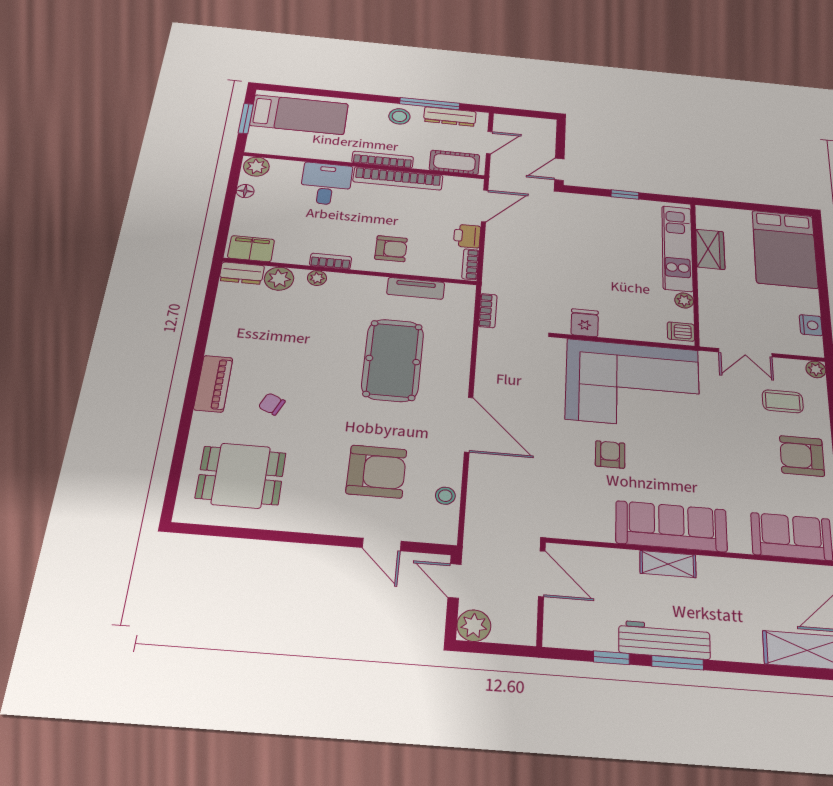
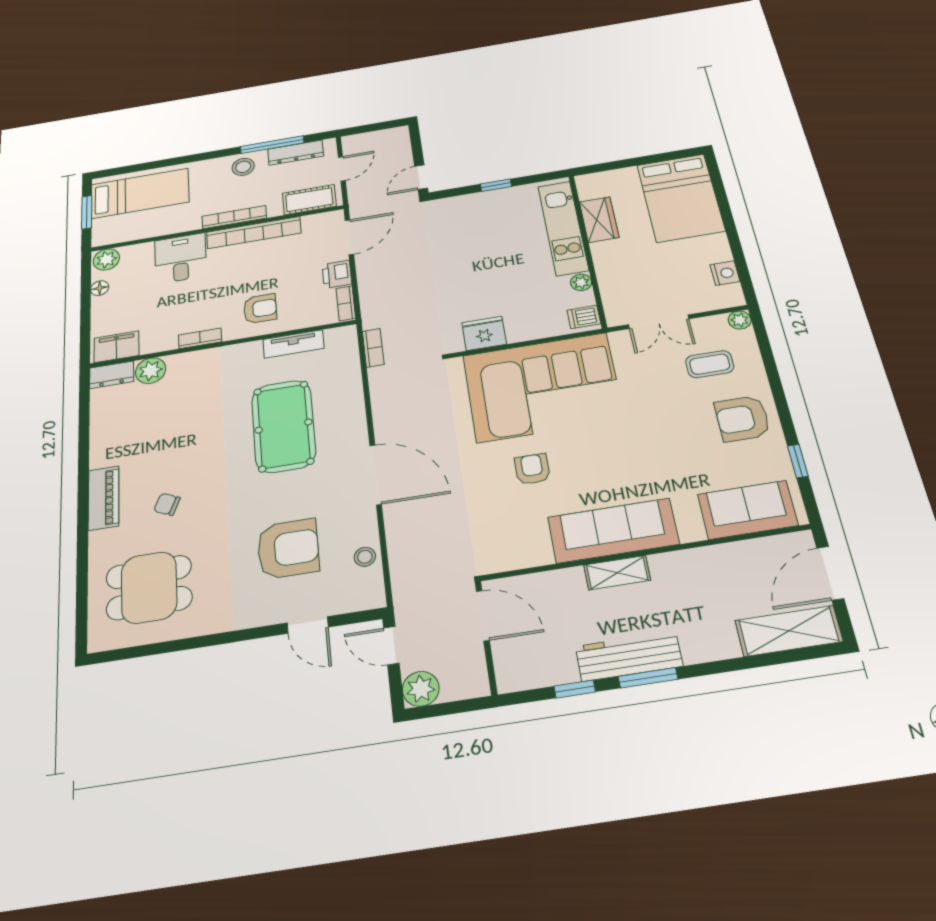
plant: (317, 278) -> (189, 360), removed
fridge: (585, 323) -> (484, 333), width x1.38

